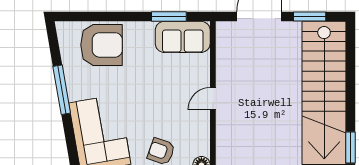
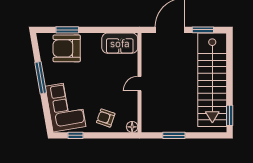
window: (169, 16) -> (67, 30), moved
armchair: (101, 45) -> (67, 48), turned 180

